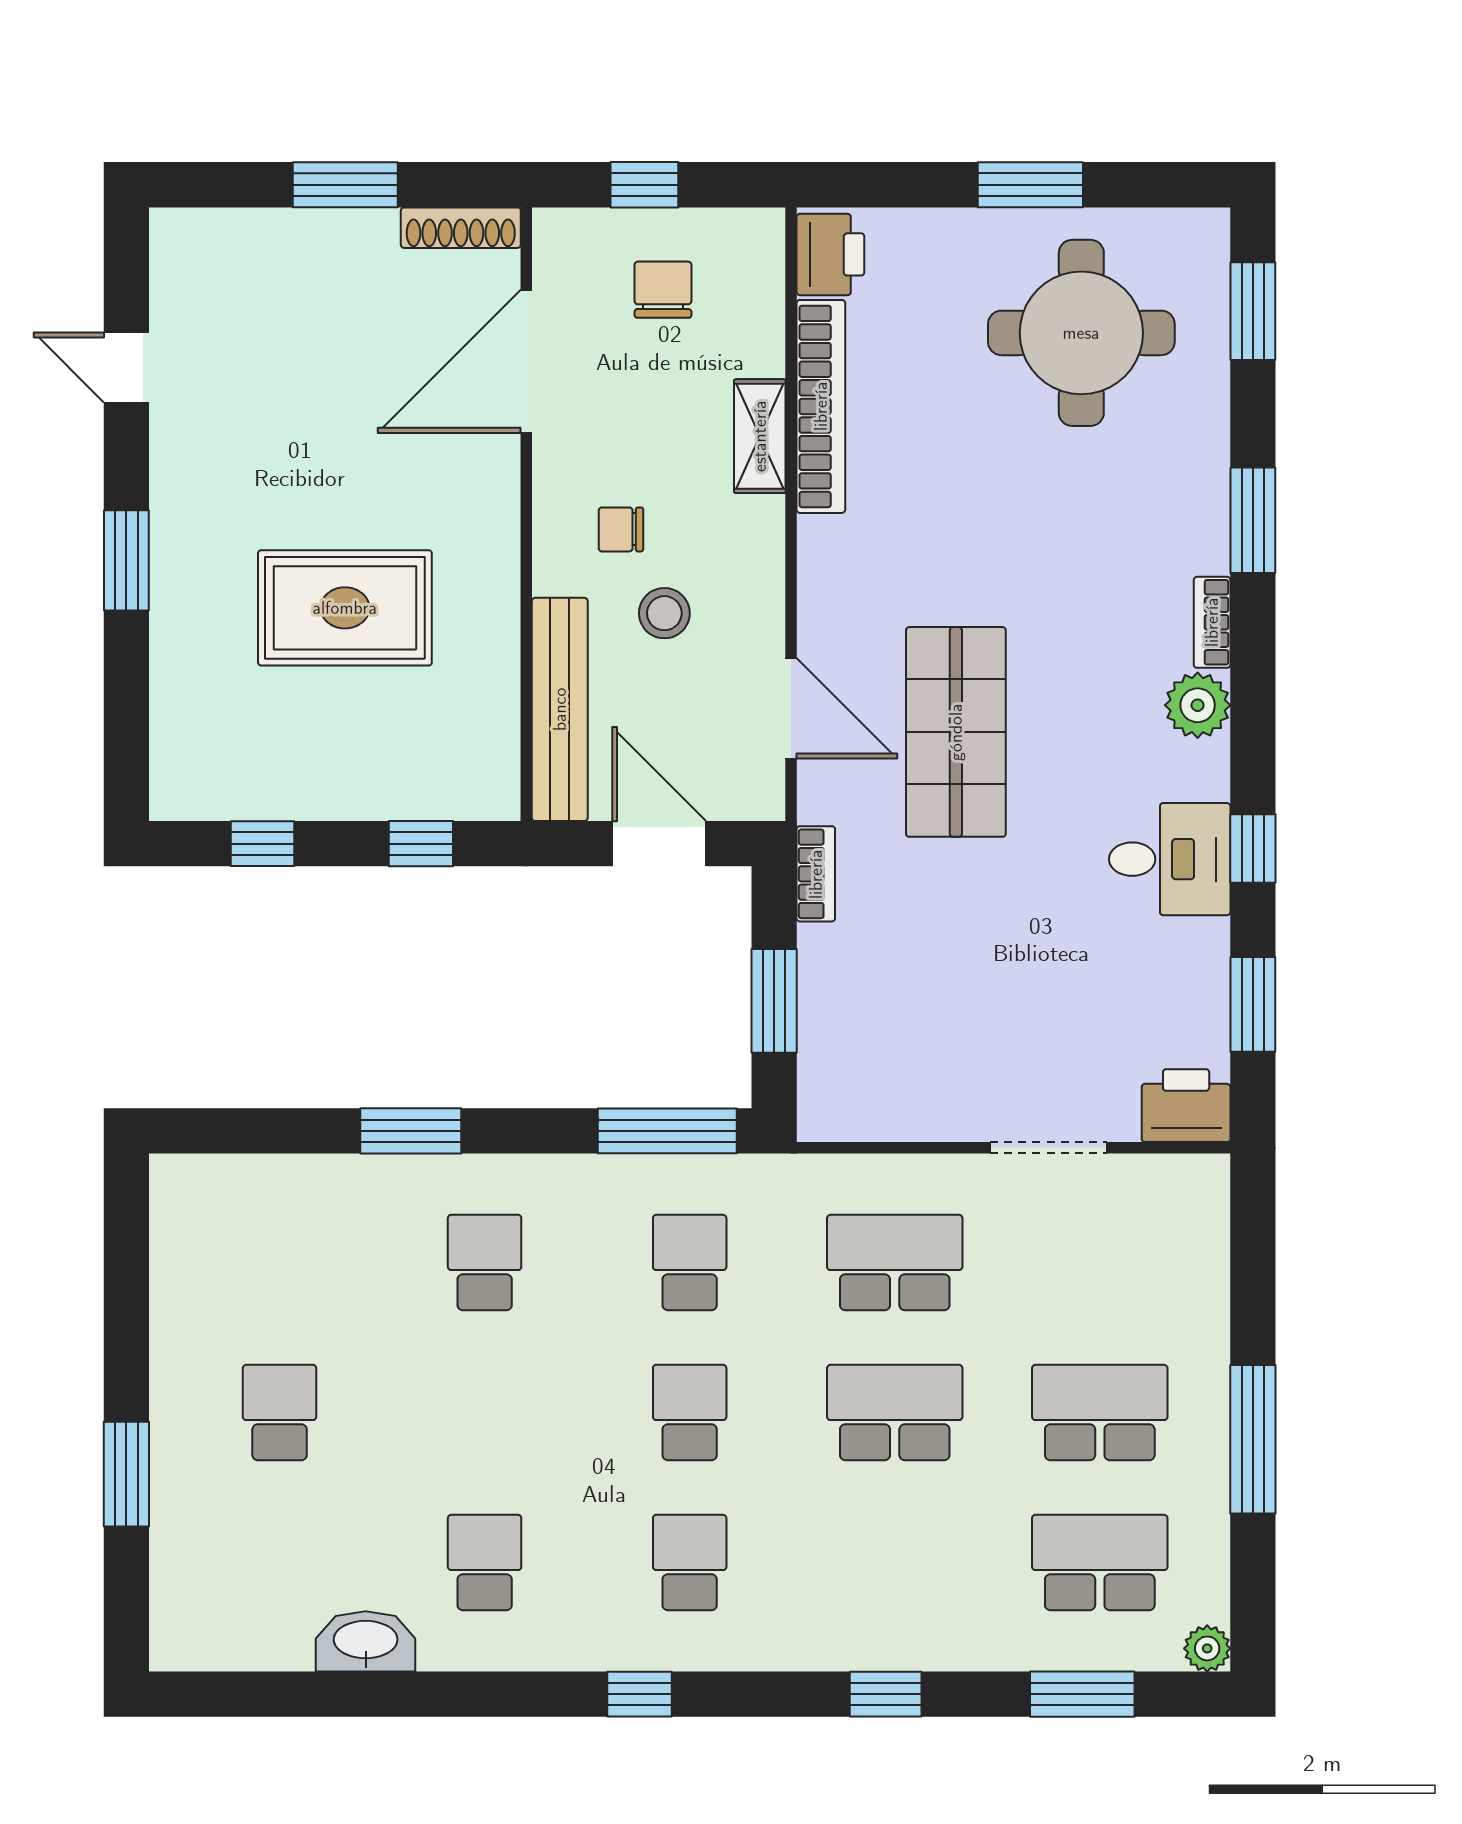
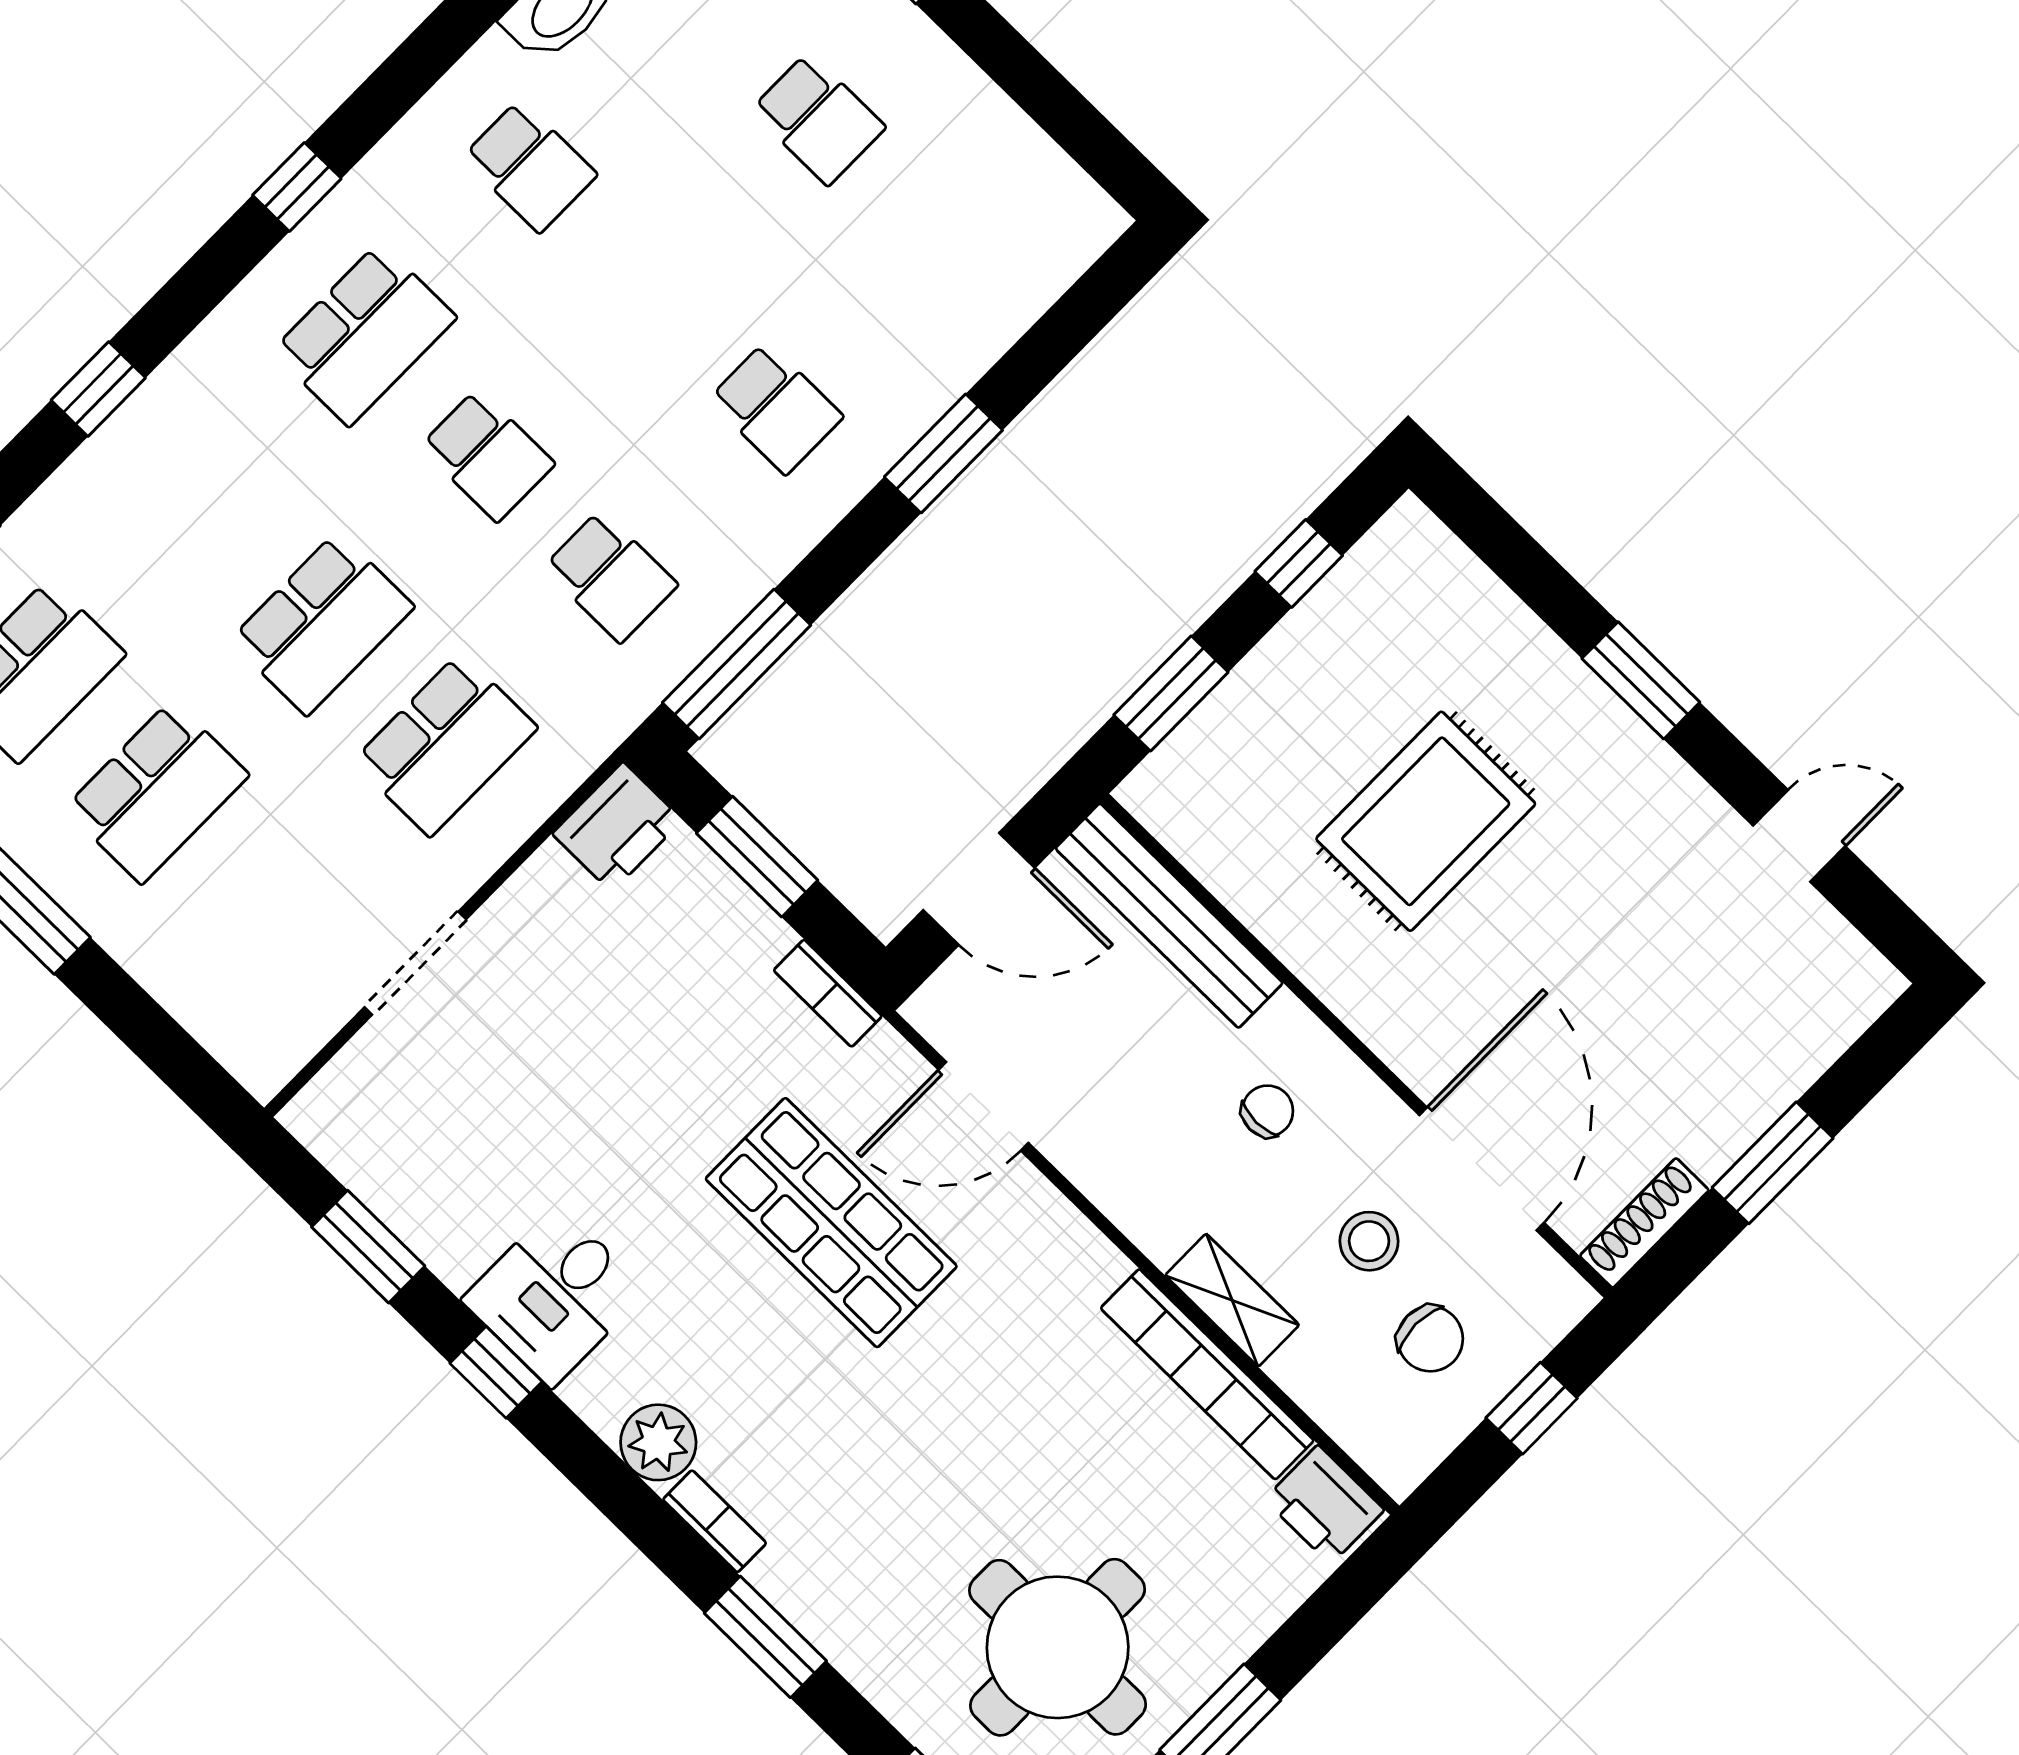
stool: (664, 613) -> (1369, 1241), moved
window: (421, 844) -> (1171, 693), width x1.50
printer: (1186, 1106) -> (617, 827), moved
school desk: (690, 1563) -> (364, 334), width x1.85

